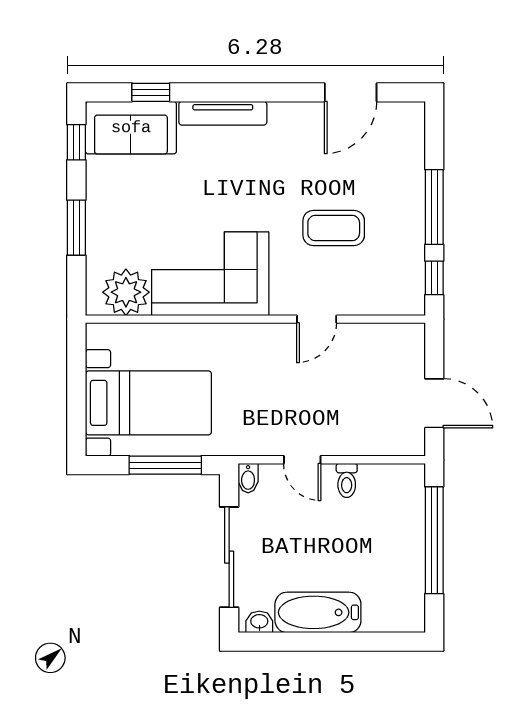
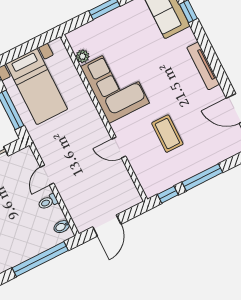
tv unit: (223, 113) -> (203, 66), moved
plant: (126, 292) -> (82, 56), width x0.53, depth x0.53
bidet: (248, 478) -> (62, 227), moved

